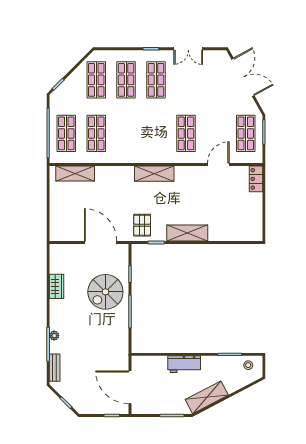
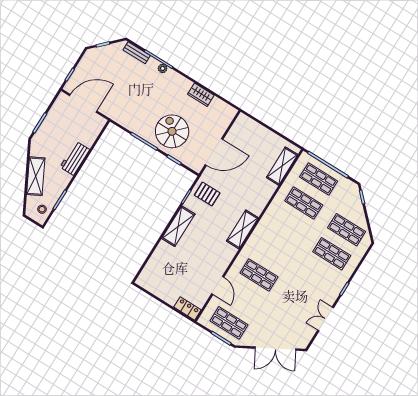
shop shelf: (156, 80) -> (317, 278), removed
shelving: (207, 397) -> (36, 176), moved

